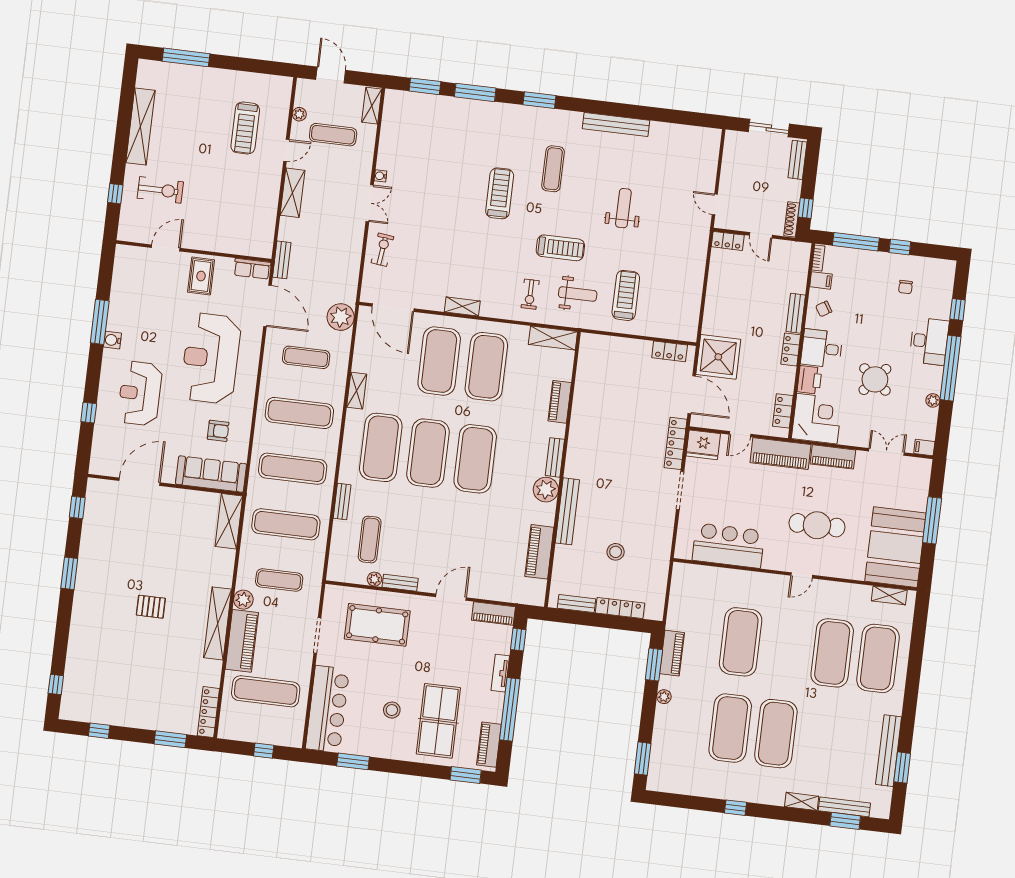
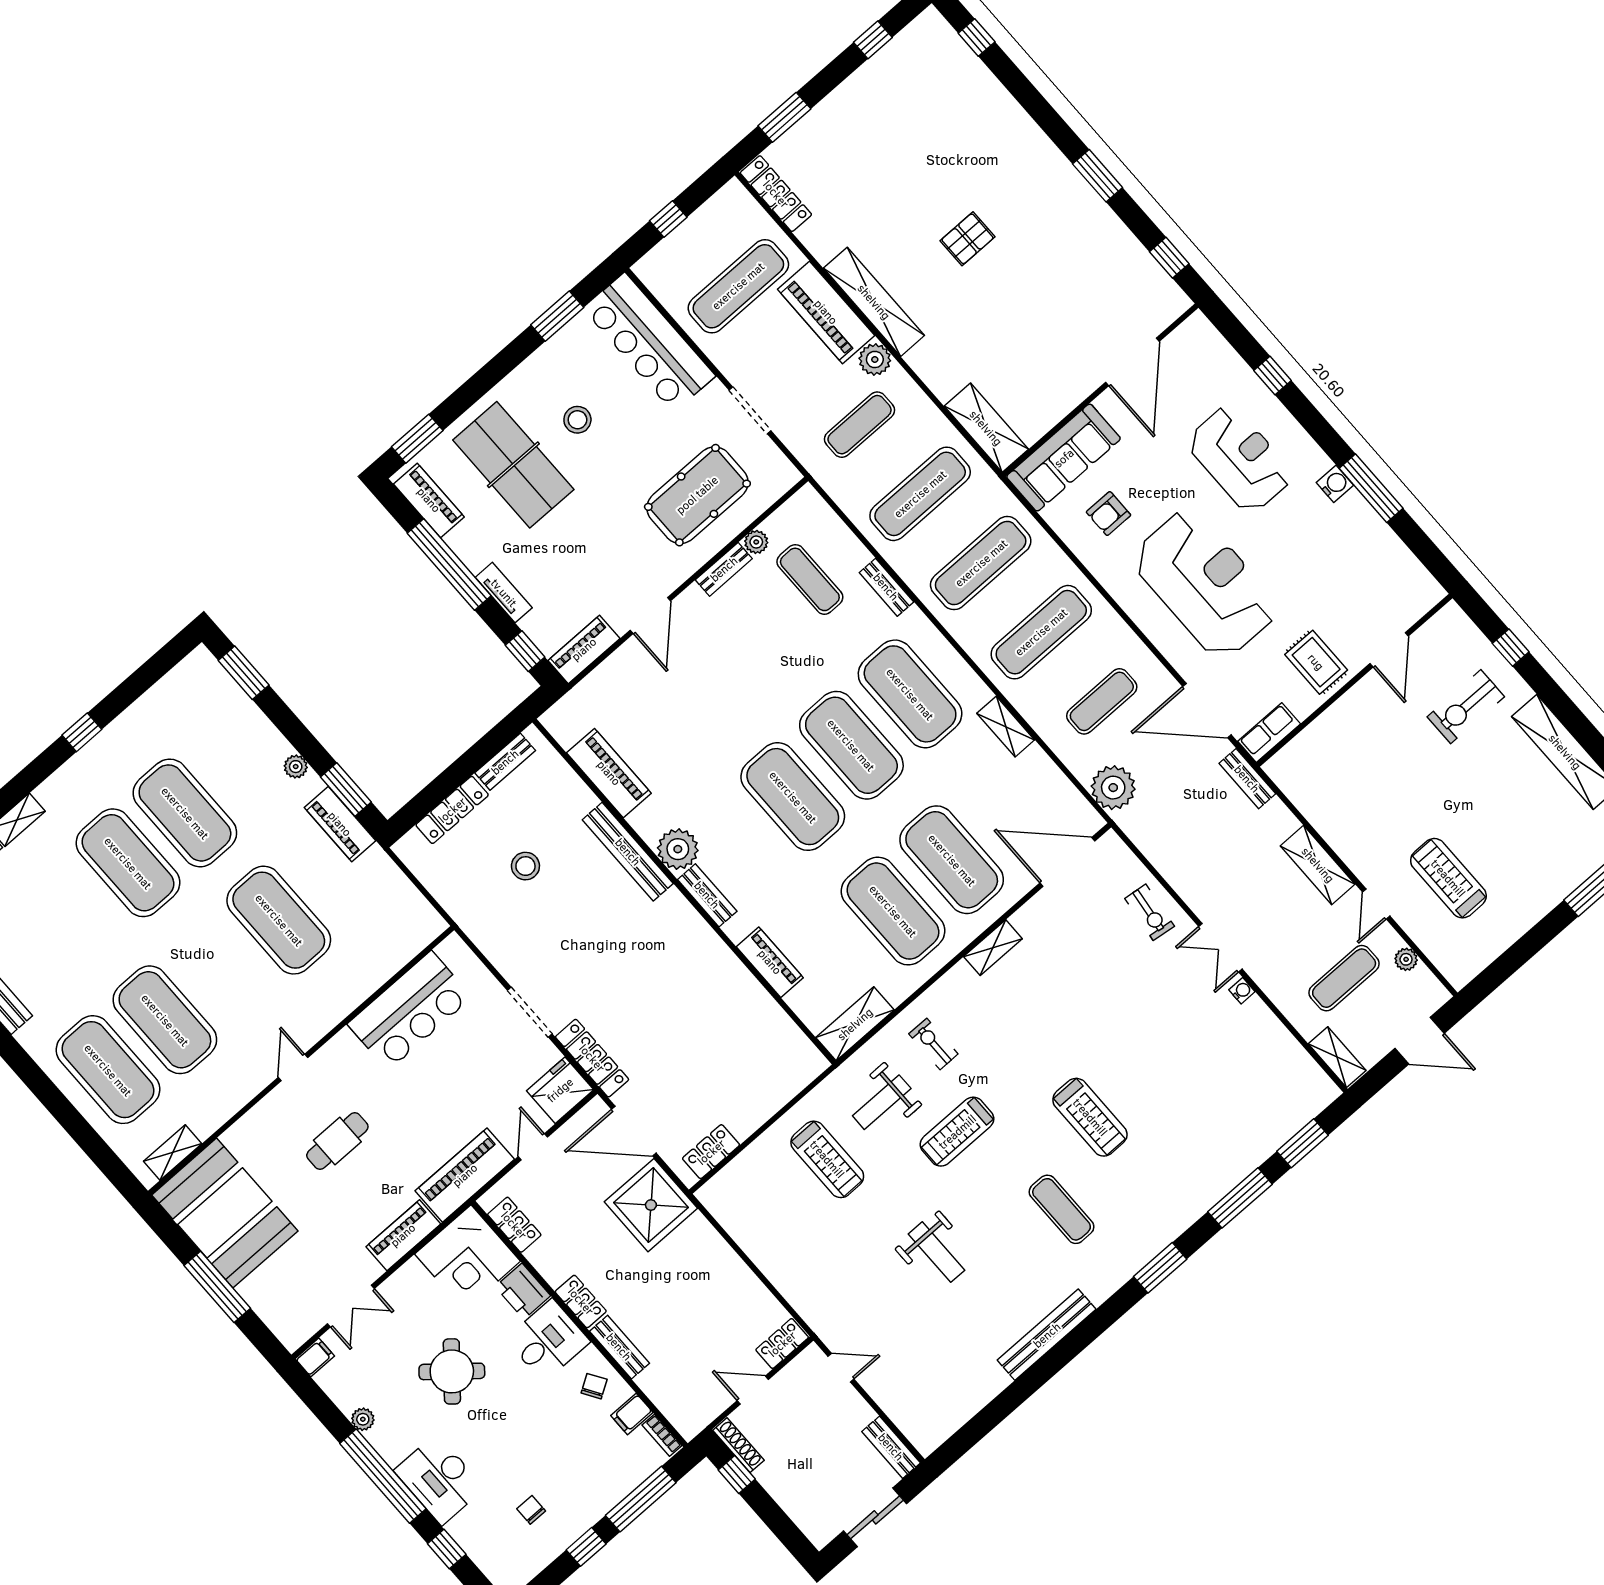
bench: (797, 160) -> (891, 1447), moved
cafe table: (817, 525) -> (337, 1141), width x0.73, depth x0.74

